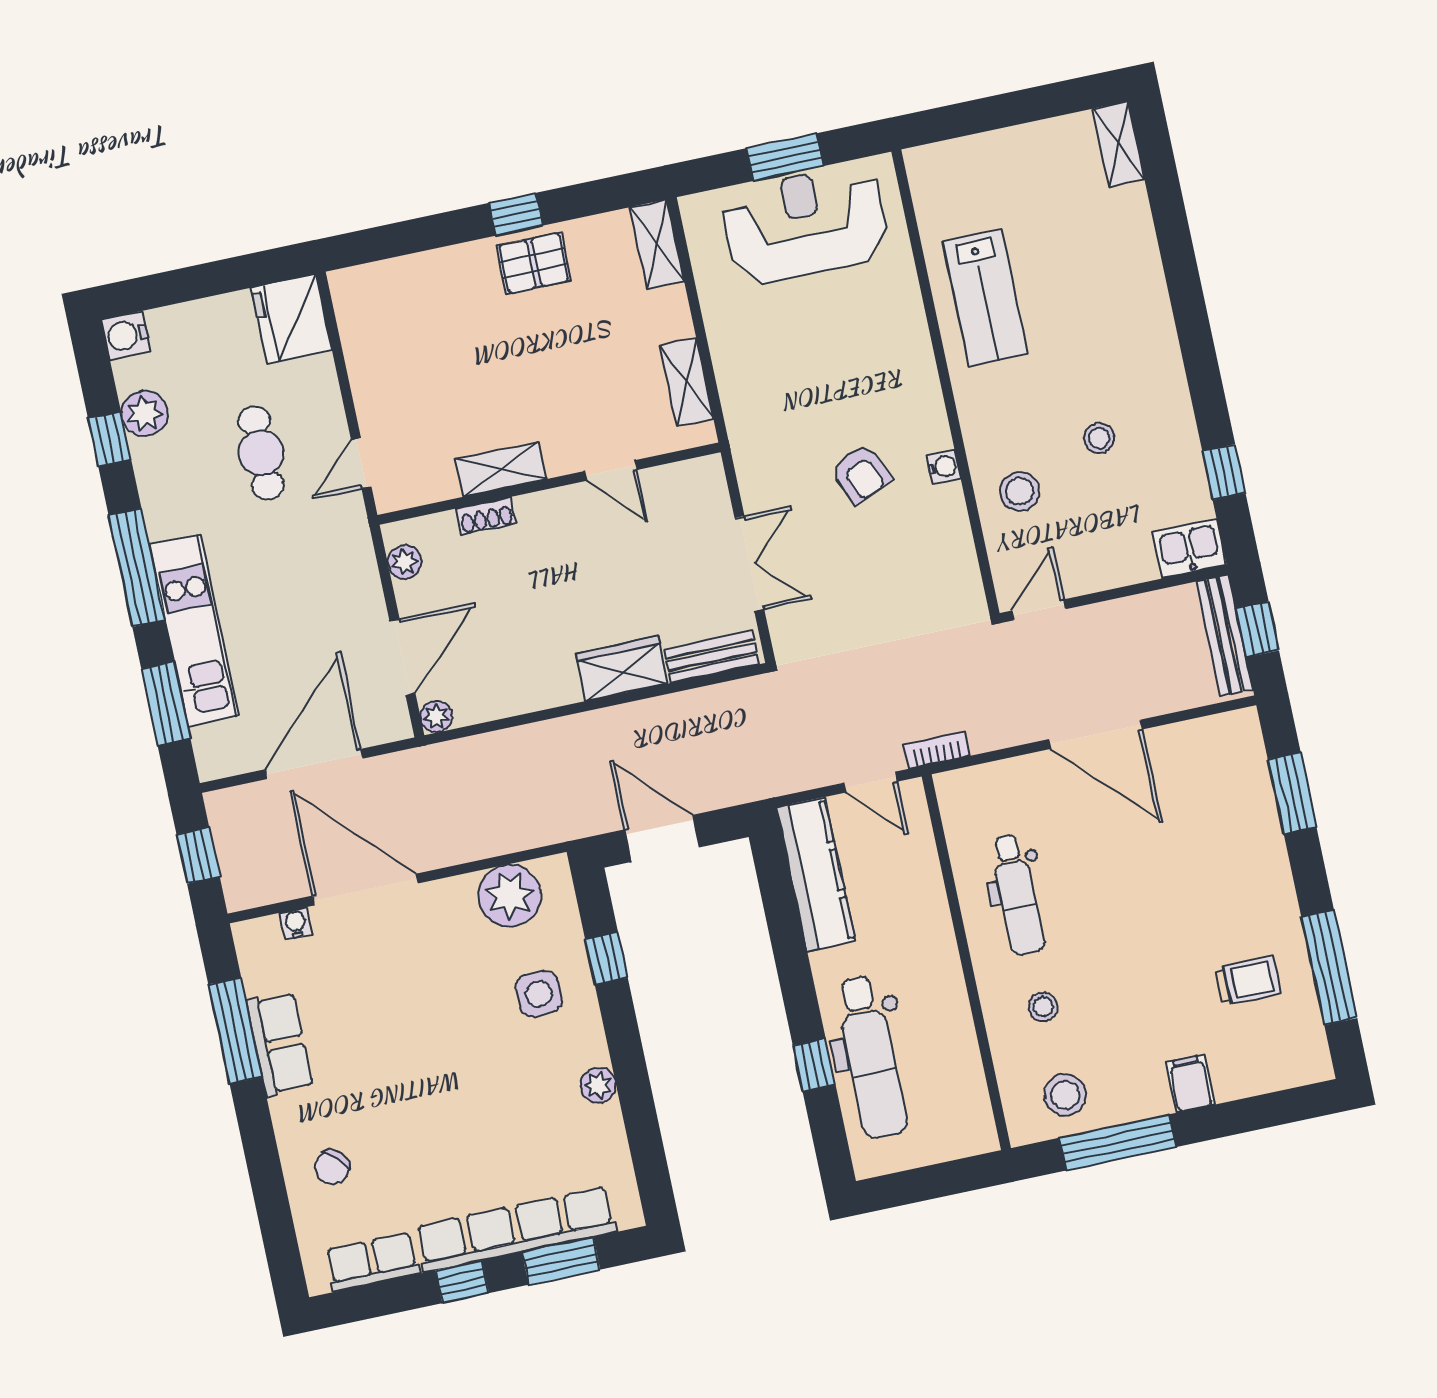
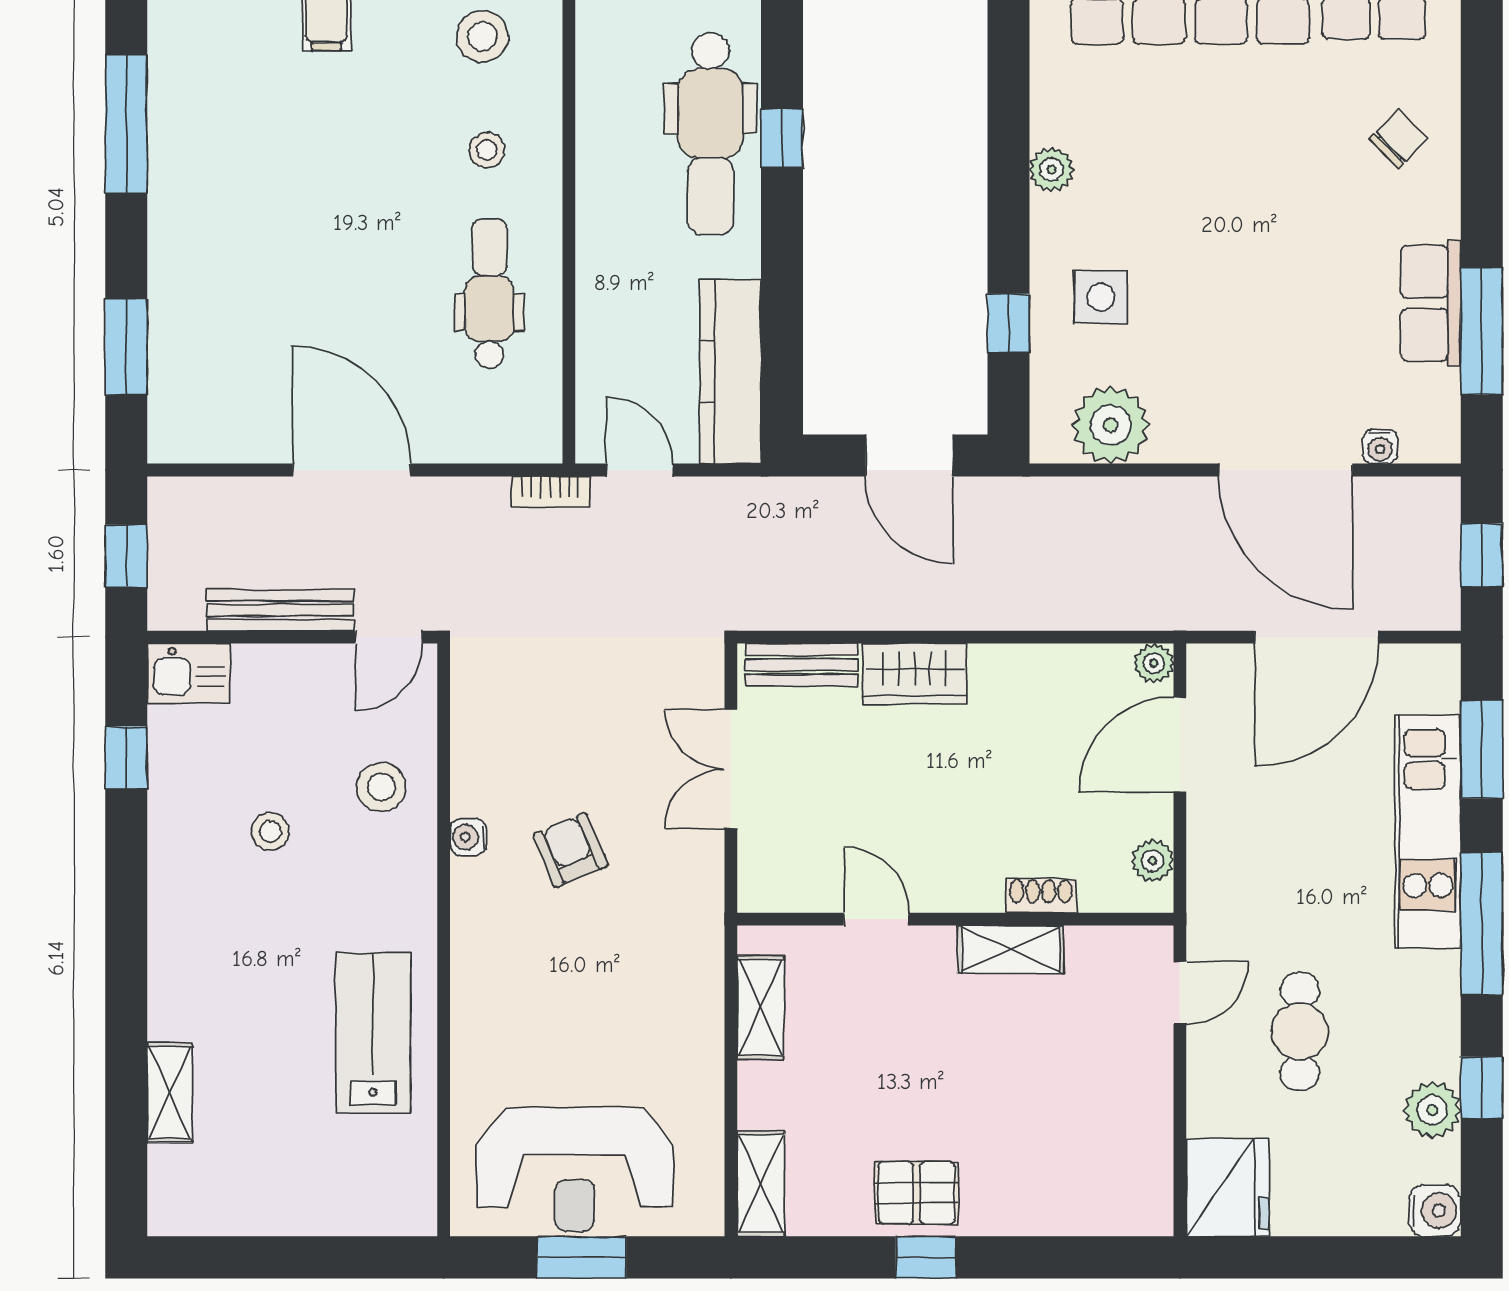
shelving: (1119, 144) -> (170, 1093), moved
bench: (1225, 636) -> (280, 610), moved, turned 90
trolley: (1248, 980) -> (229, 129), removed
dental chair: (871, 1057) -> (710, 134), turned 180

